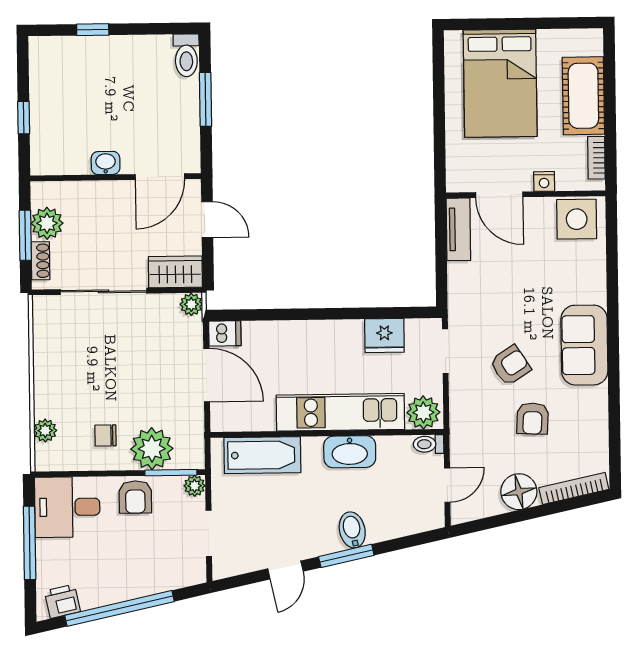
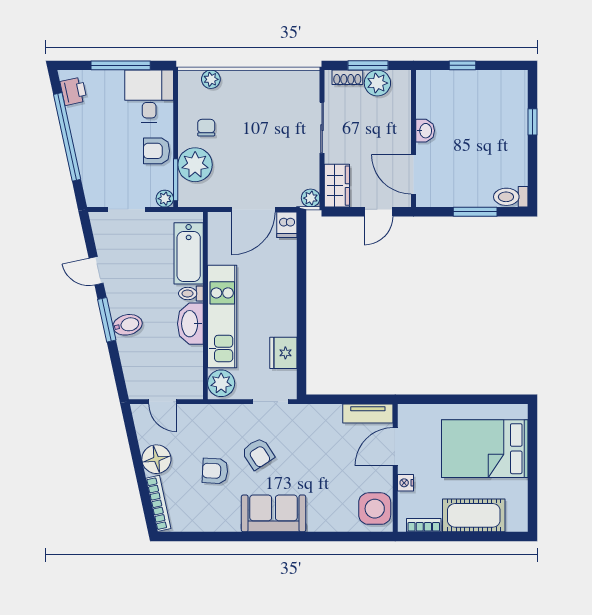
sliding door: (103, 291) -> (322, 128), width x0.73
toilet: (429, 444) -> (191, 293), moved, turned -90

